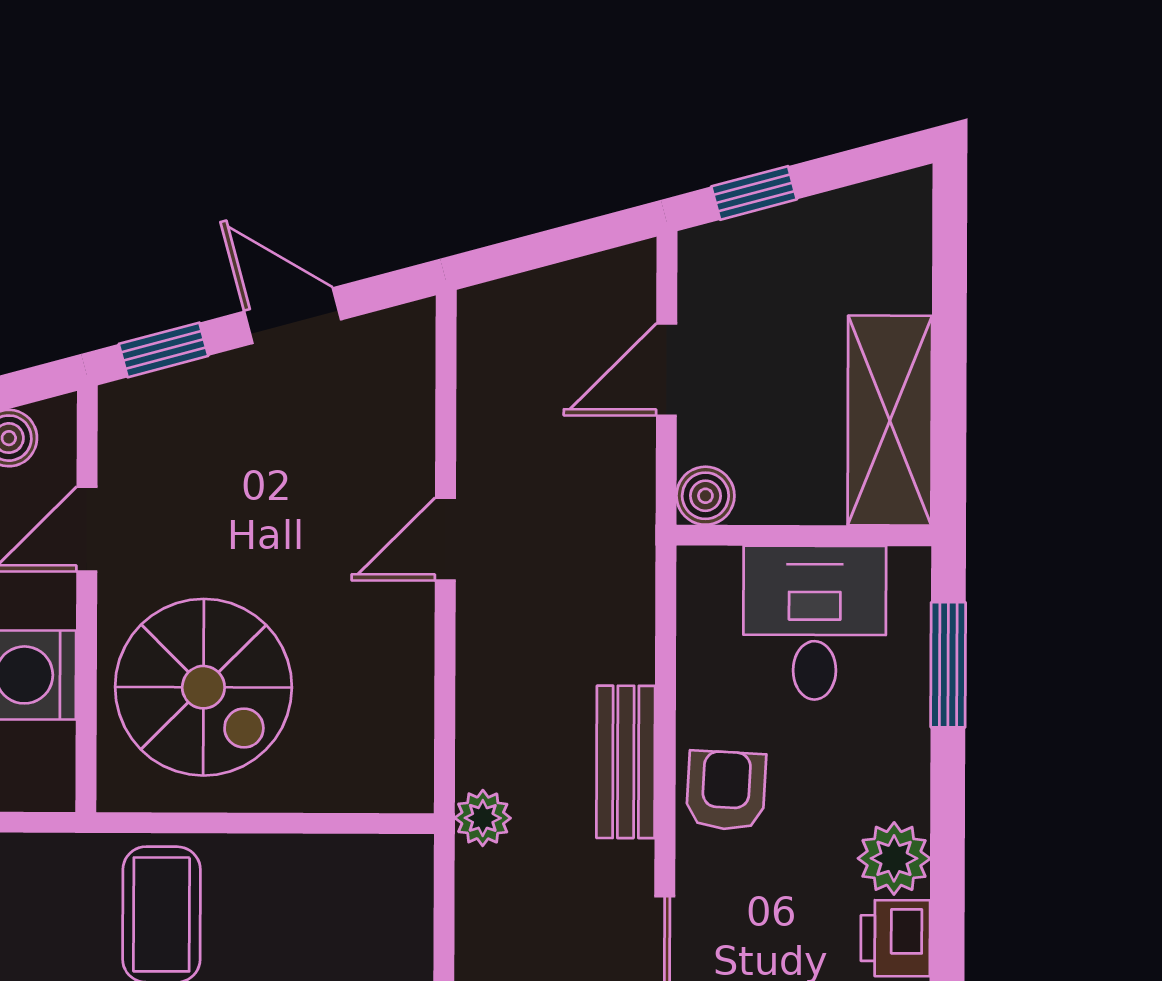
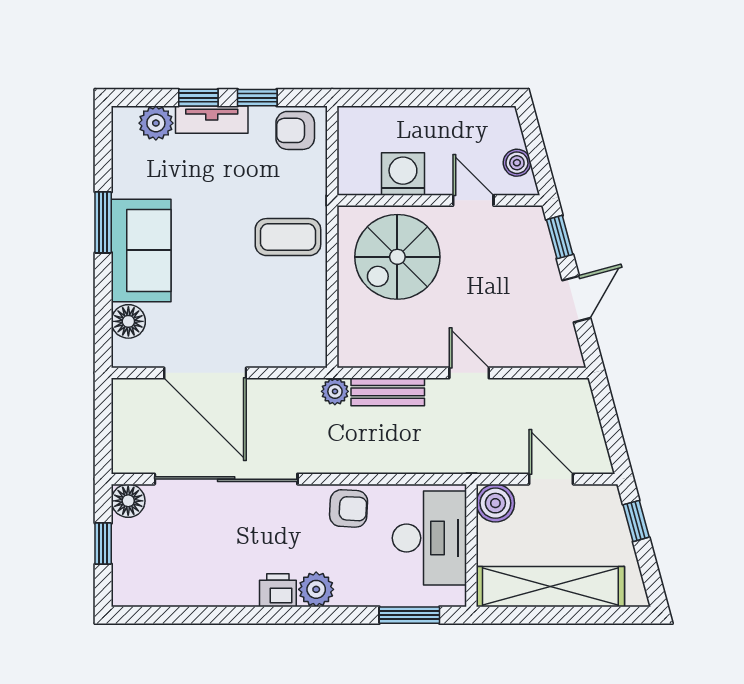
shelving: (890, 421) -> (550, 587), width x1.47
boiler: (705, 496) -> (495, 503), width x1.36, depth x1.36
desk: (815, 623) -> (429, 538), width x1.37
bench: (626, 762) -> (388, 392), moved

